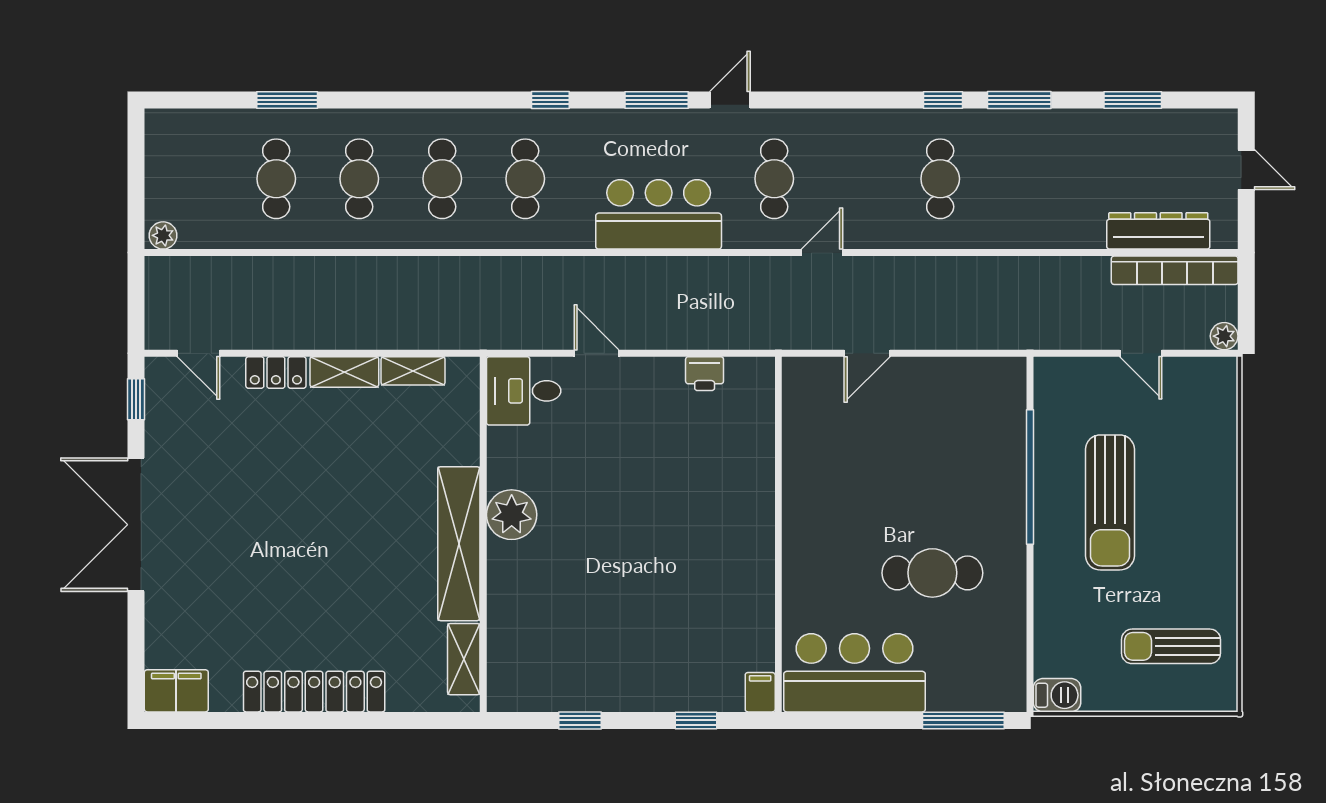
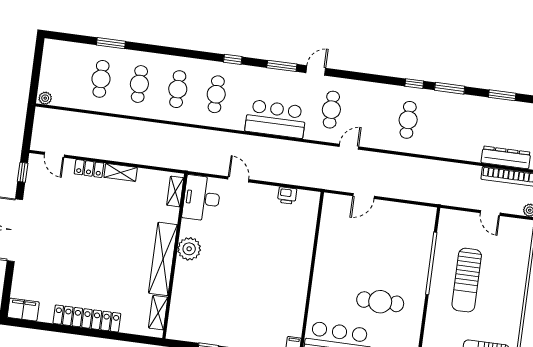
shelving: (413, 371) -> (175, 191), moved, turned 90
desk: (524, 391) -> (202, 198), width x1.37

